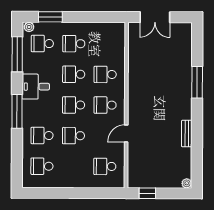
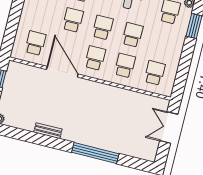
school desk: (74, 44) -> (155, 73), moved
window: (197, 82) -> (95, 153), width x1.46
door: (126, 134) -> (62, 72), width x1.87

